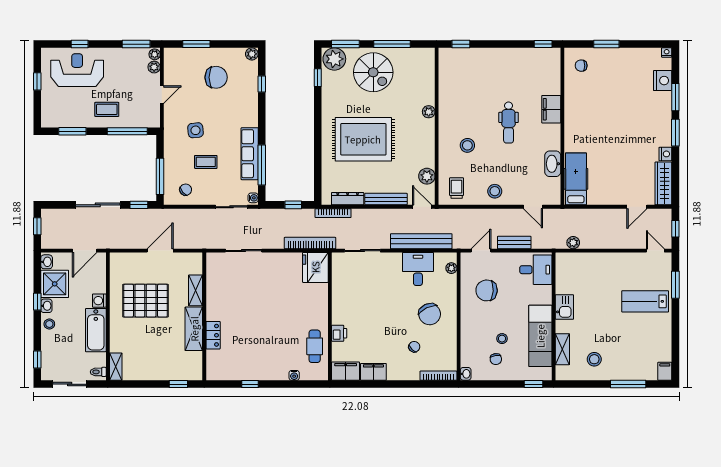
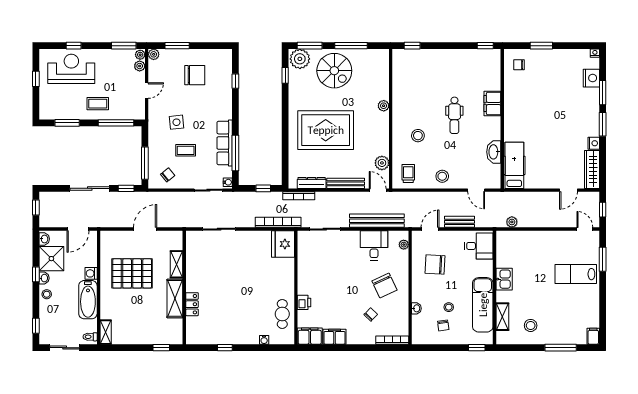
plant: (252, 54) -> (154, 54), moved
washbasin: (466, 374) -> (416, 308), moved

